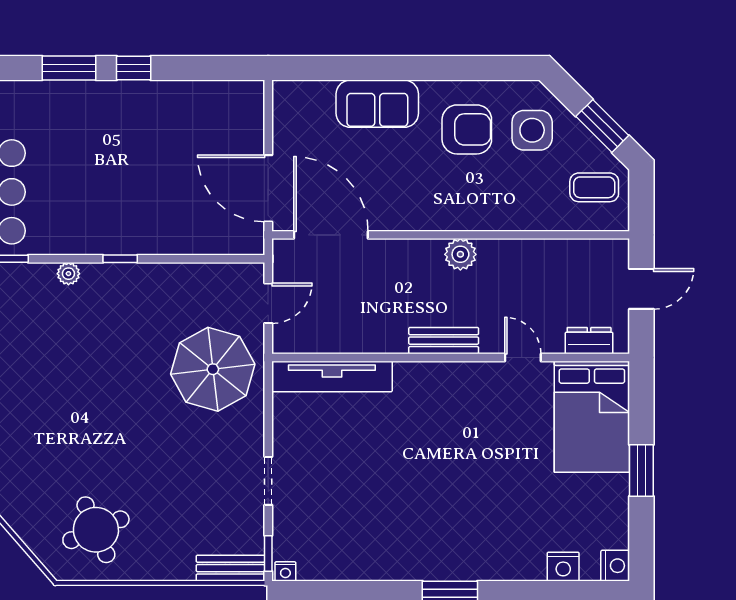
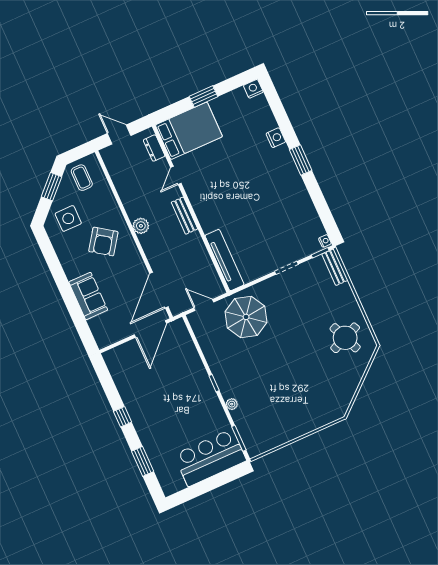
window: (69, 68) -> (143, 461), moved
armchair: (467, 129) -> (103, 242), moved, turned -145
nightstand: (563, 567) -> (276, 138), moved

